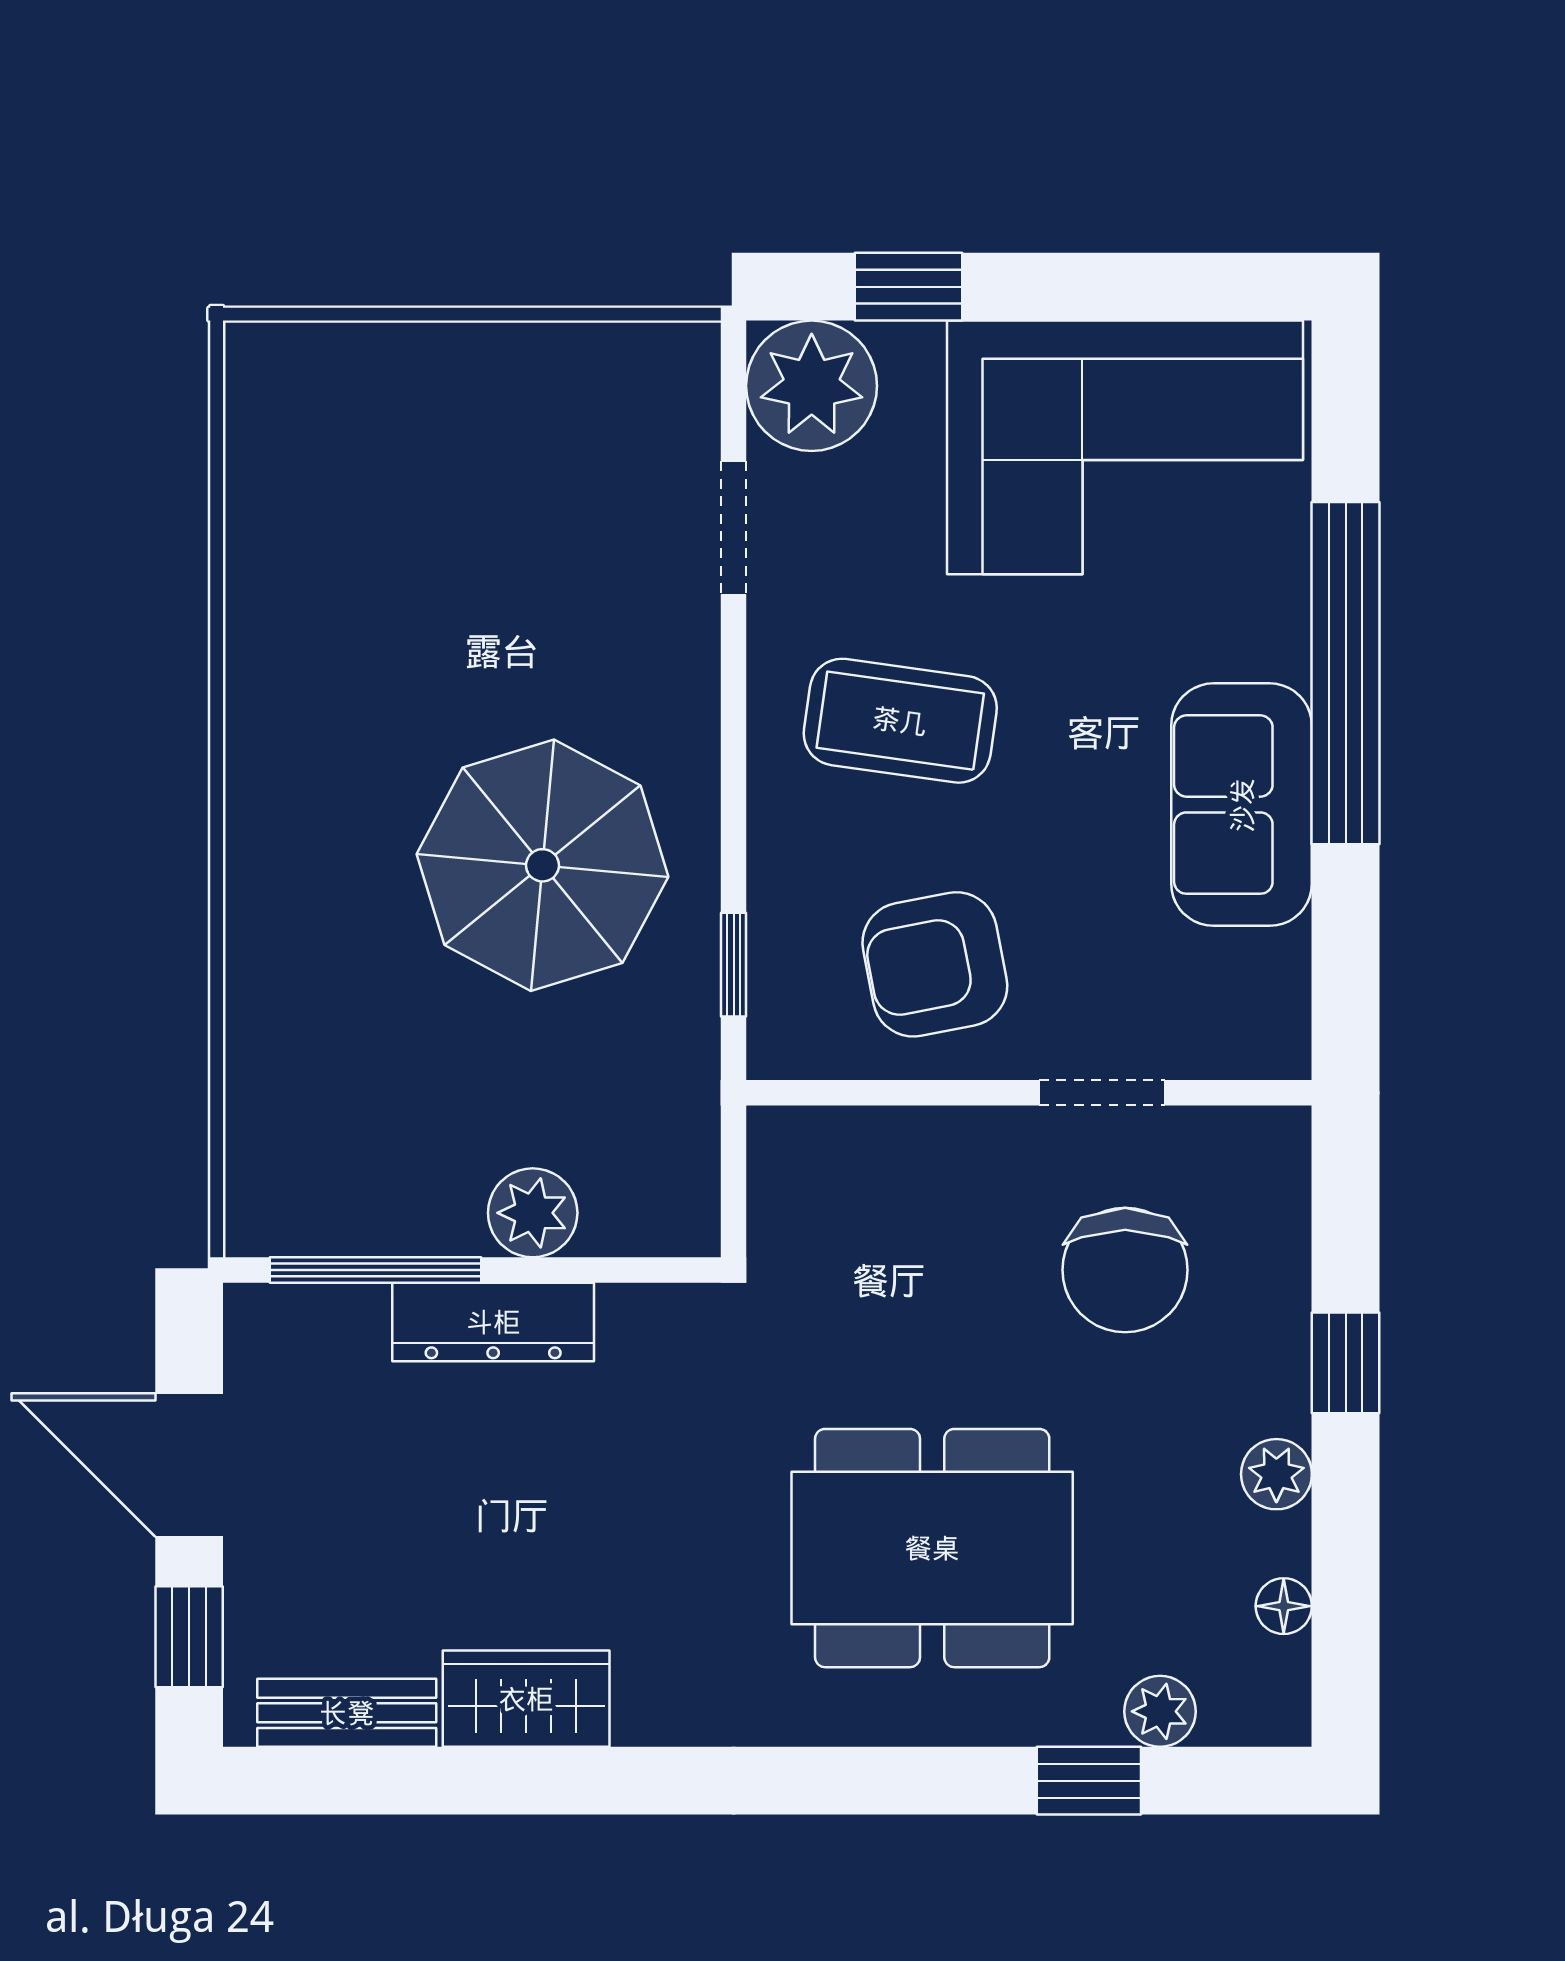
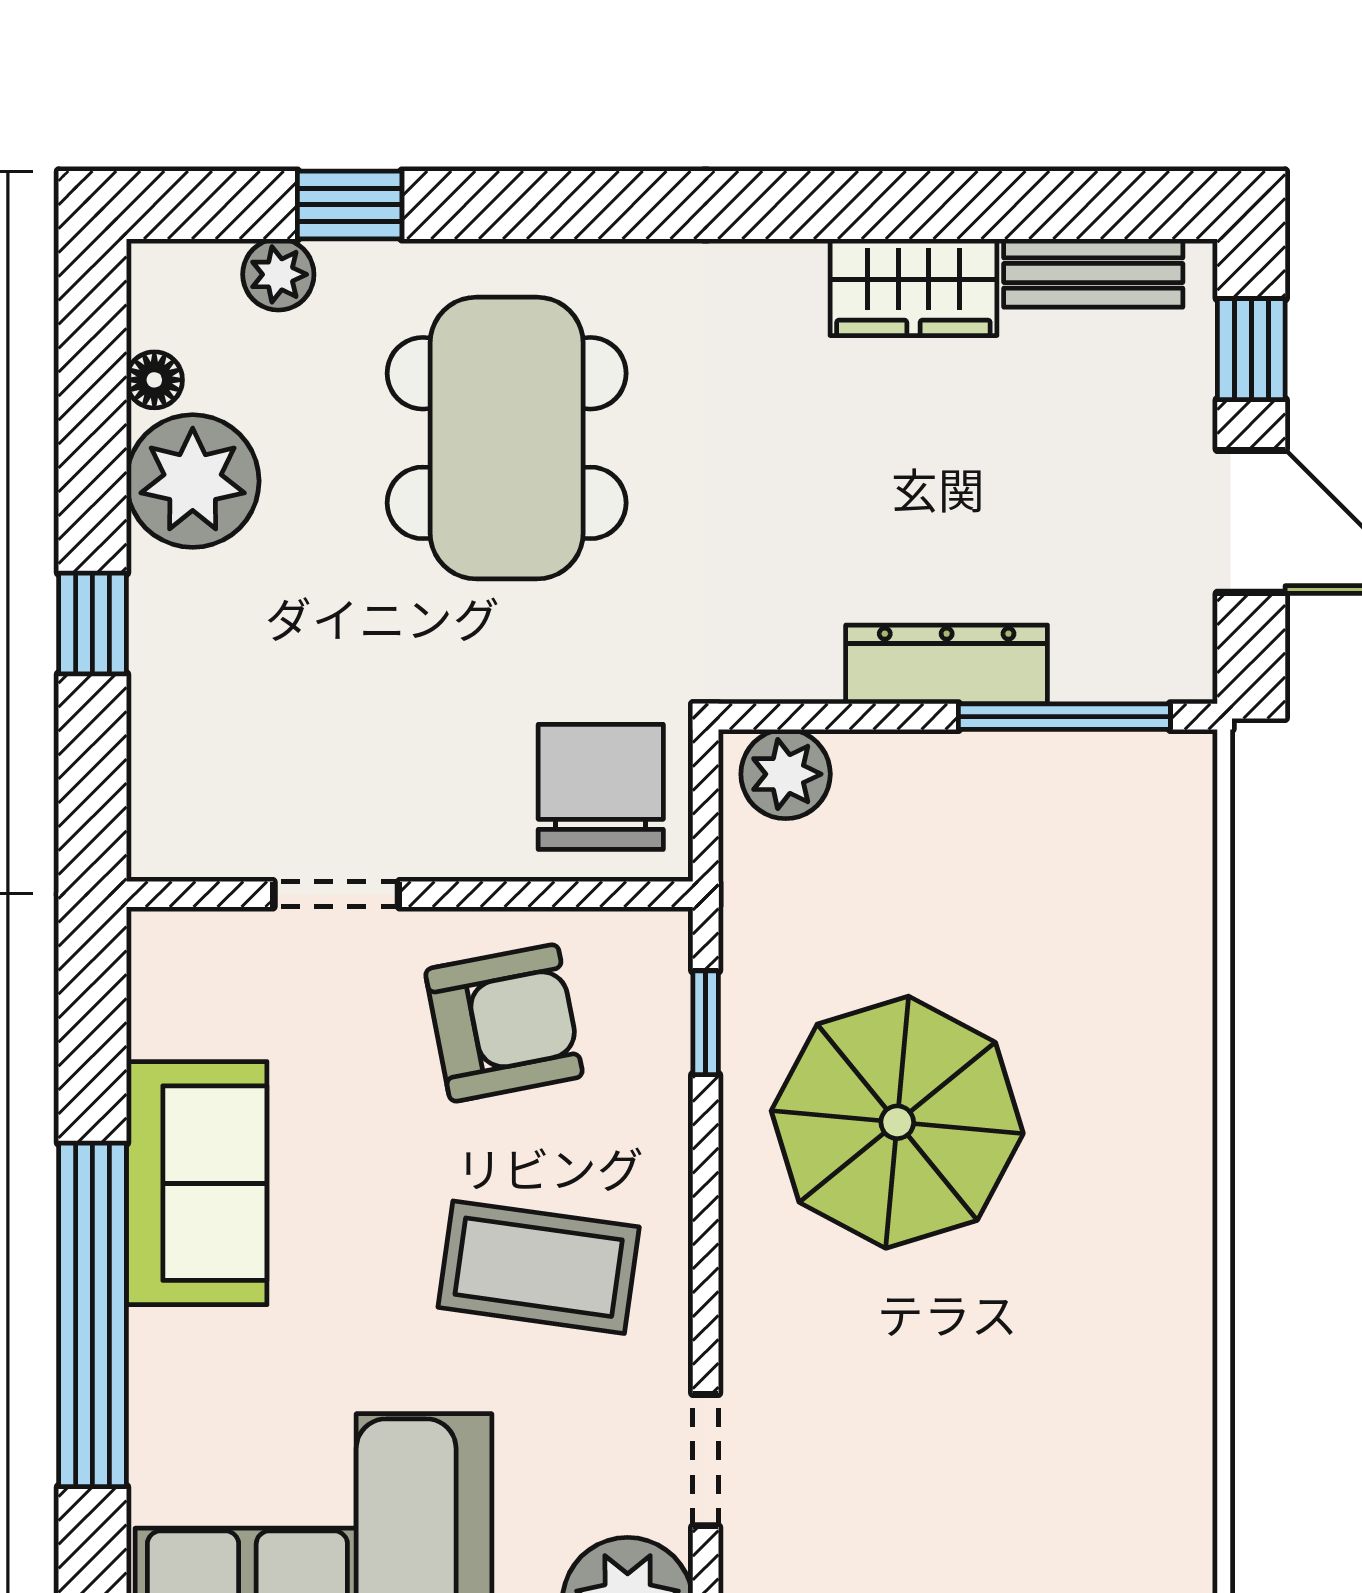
plant: (533, 1213) -> (786, 774), moved
chair: (1125, 1270) -> (601, 787), moved
plant: (1276, 1474) -> (193, 481), width x1.87, depth x1.87
dining table: (932, 1548) -> (507, 438), turned 90

